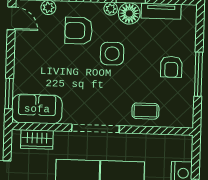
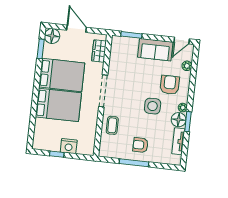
sofa: (37, 109) -> (155, 50), moved, turned 90

